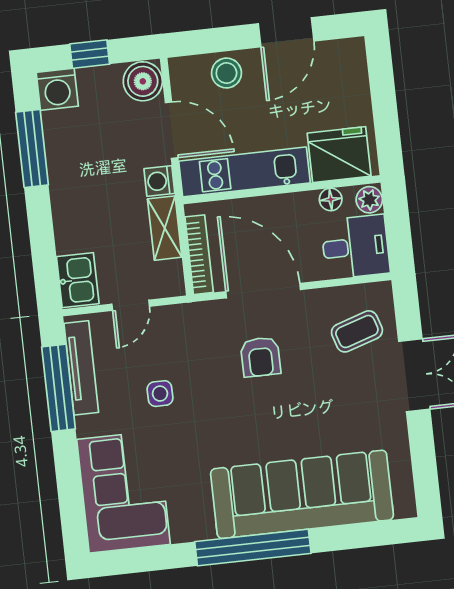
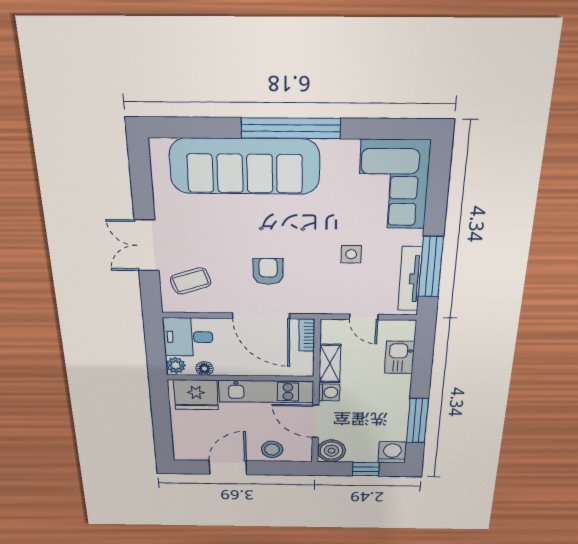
bookcase: (199, 255) -> (307, 335), width x0.64
kitchen sink: (78, 280) -> (400, 357), moved
door: (131, 305) -> (364, 317), swing flipped

